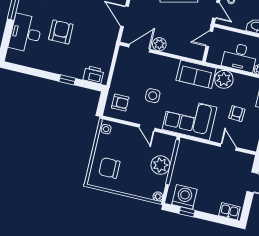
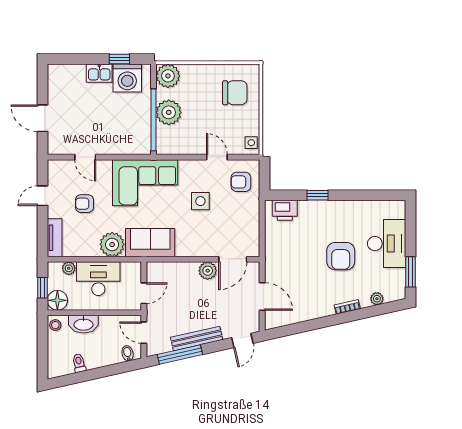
armchair: (237, 114) -> (84, 204), turned 87
door: (147, 128) -> (217, 157), moved
plant: (158, 196) -> (168, 76), width x1.88, depth x1.88
kitchen sink: (229, 211) -> (99, 73), moved

